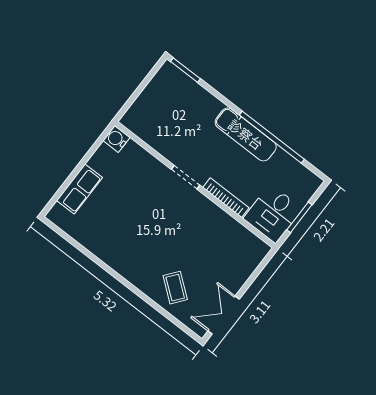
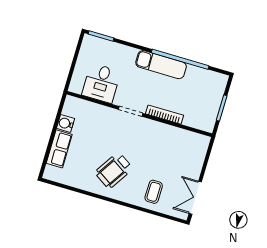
water cooler: (116, 139) -> (66, 123), moved
desk: (273, 214) -> (101, 83), moved
wheelchair: (136, 242) -> (114, 170), added
coffee table: (175, 288) -> (154, 192), turned 52

